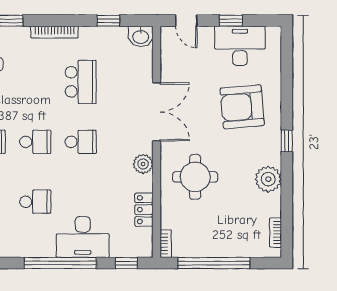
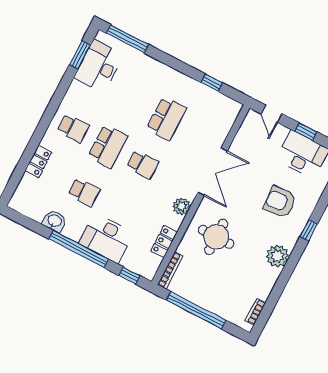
bookcase: (54, 32) -> (166, 70), removed
washbasin: (141, 36) -> (54, 221), moved, turned 180
armchair: (242, 107) -> (280, 202), width x0.73, depth x0.73
window: (287, 141) -> (309, 230), moved
school desk: (35, 142) -> (108, 146), width x1.85
plant: (268, 179) -> (277, 256), moved
bookcase: (166, 244) -> (170, 270), width x1.56

